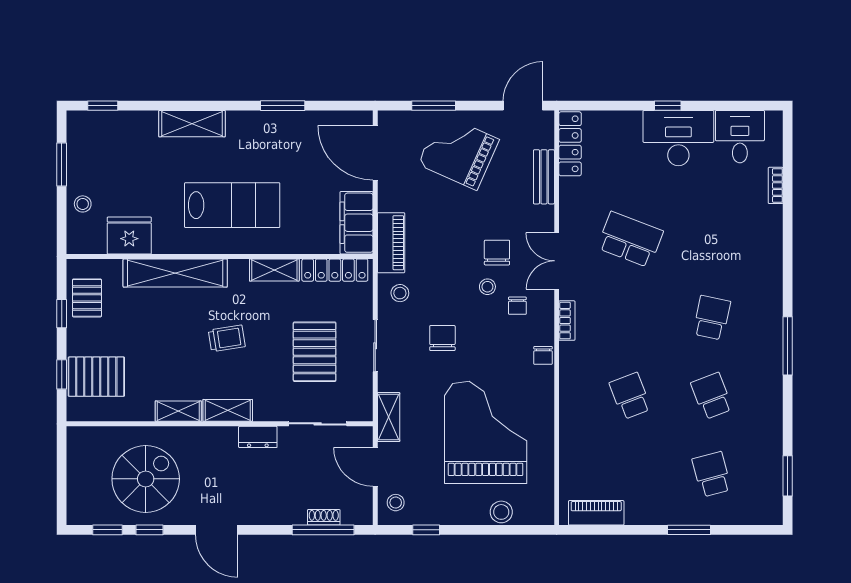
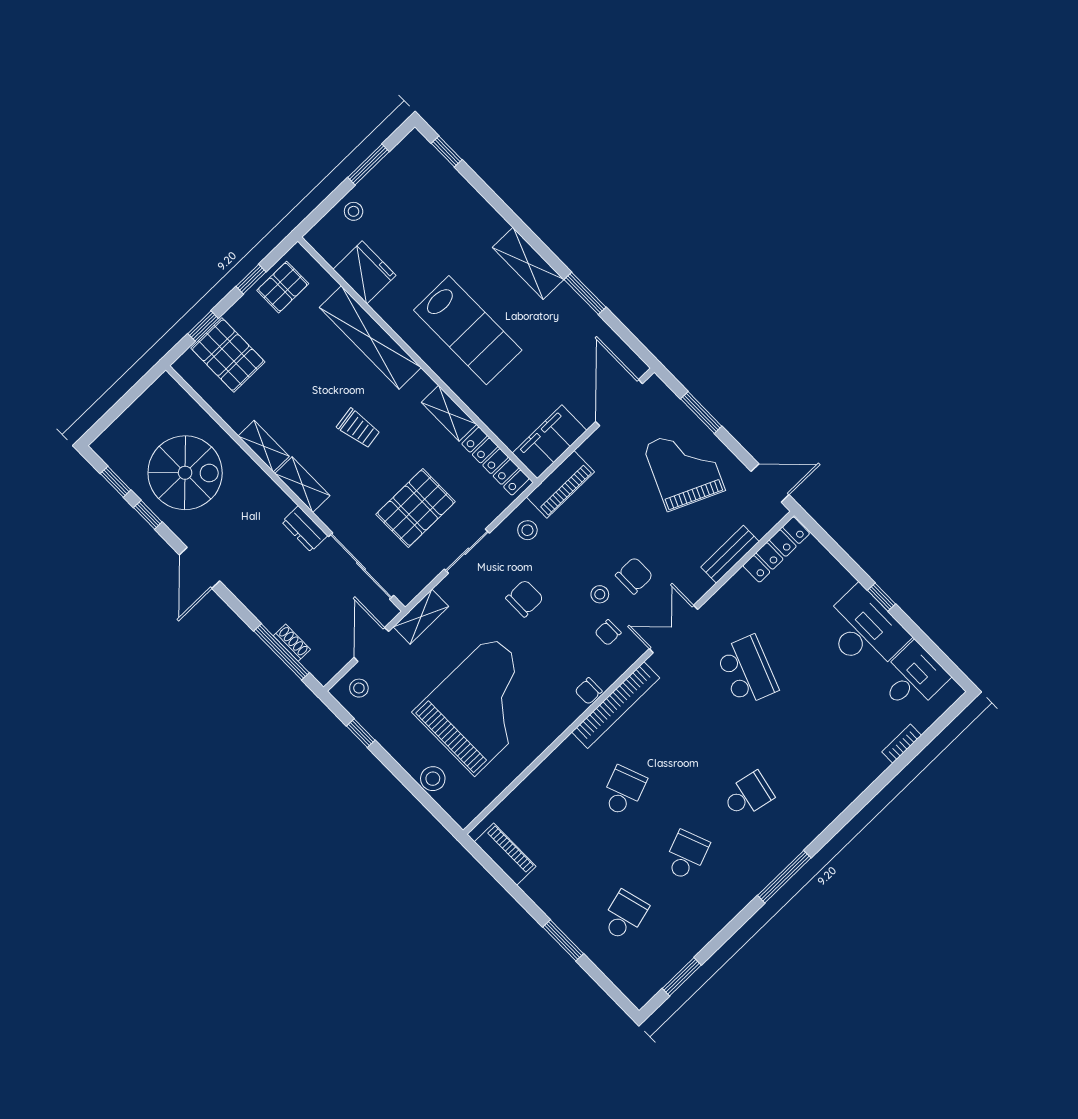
shelving: (192, 124) -> (528, 263), moved
bookcase: (567, 321) -> (616, 705), width x2.31, depth x1.31
sliding door: (318, 424) -> (361, 566), width x1.37

